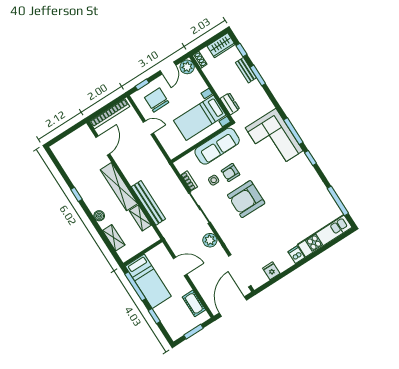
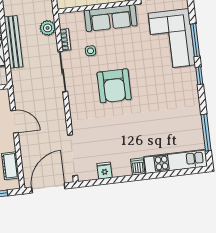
armchair: (231, 173) -> (111, 51), removed
armchair: (246, 199) -> (114, 86), turned -90
plant: (210, 240) -> (48, 28), moved

